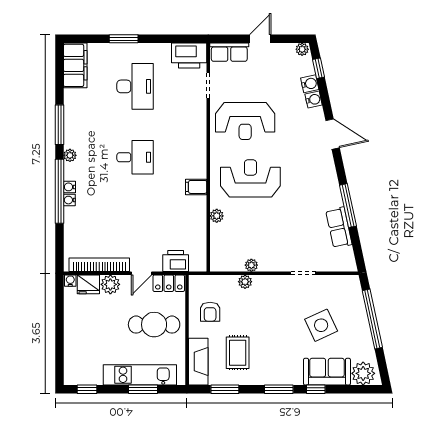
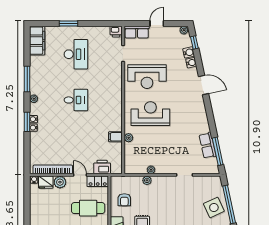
printer: (189, 55) -> (116, 32), width x0.53, depth x0.68
filing cabinet: (196, 187) -> (115, 137), moved
window: (59, 191) -> (27, 122), width x0.47
window: (348, 206) -> (218, 151), moved
door: (141, 273) -> (80, 175), swing flipped
side table: (321, 325) -> (214, 207), moved

